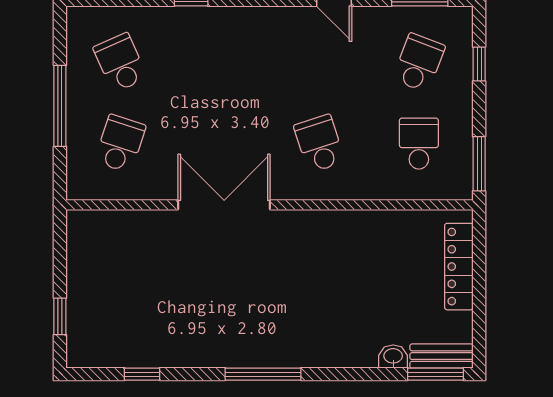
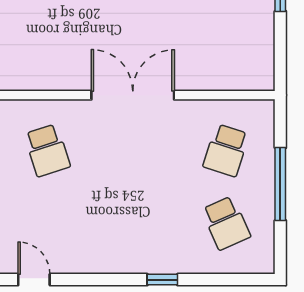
double door: (224, 205) -> (133, 95), swing flipped

